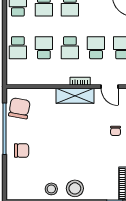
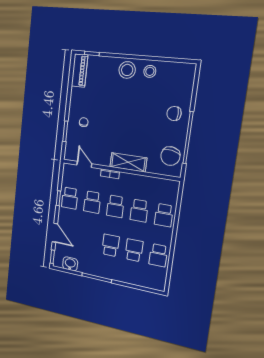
school desk: (18, 48) -> (164, 215), turned 180
school desk: (70, 48) -> (115, 206), turned 180
shelving: (75, 96) -> (128, 162), moved

